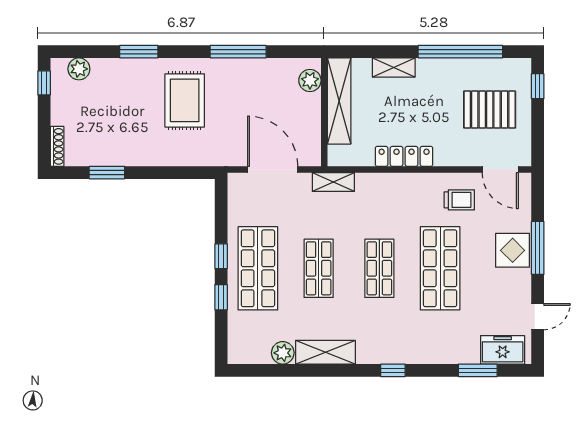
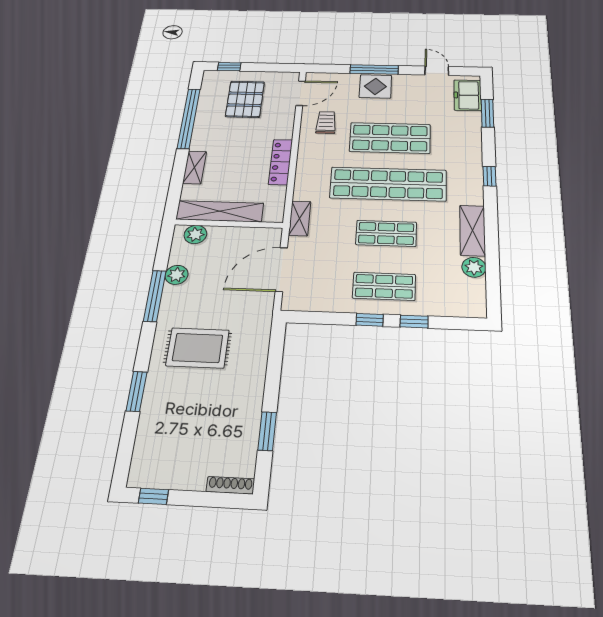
plant: (79, 69) -> (177, 275), moved
shop shelf: (258, 268) -> (384, 286), width x0.70, depth x0.74
shop shelf: (379, 268) -> (388, 184), width x2.00, depth x1.36

